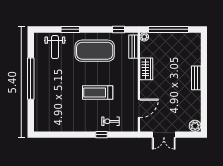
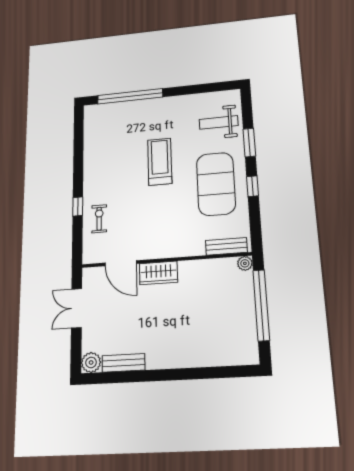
window: (118, 29) -> (252, 186), moved
wardrobe: (146, 69) -> (158, 273), moved
bench: (196, 78) -> (124, 363), moved
window: (31, 79) -> (130, 96), moved
treadmill: (98, 92) -> (160, 162), moved

